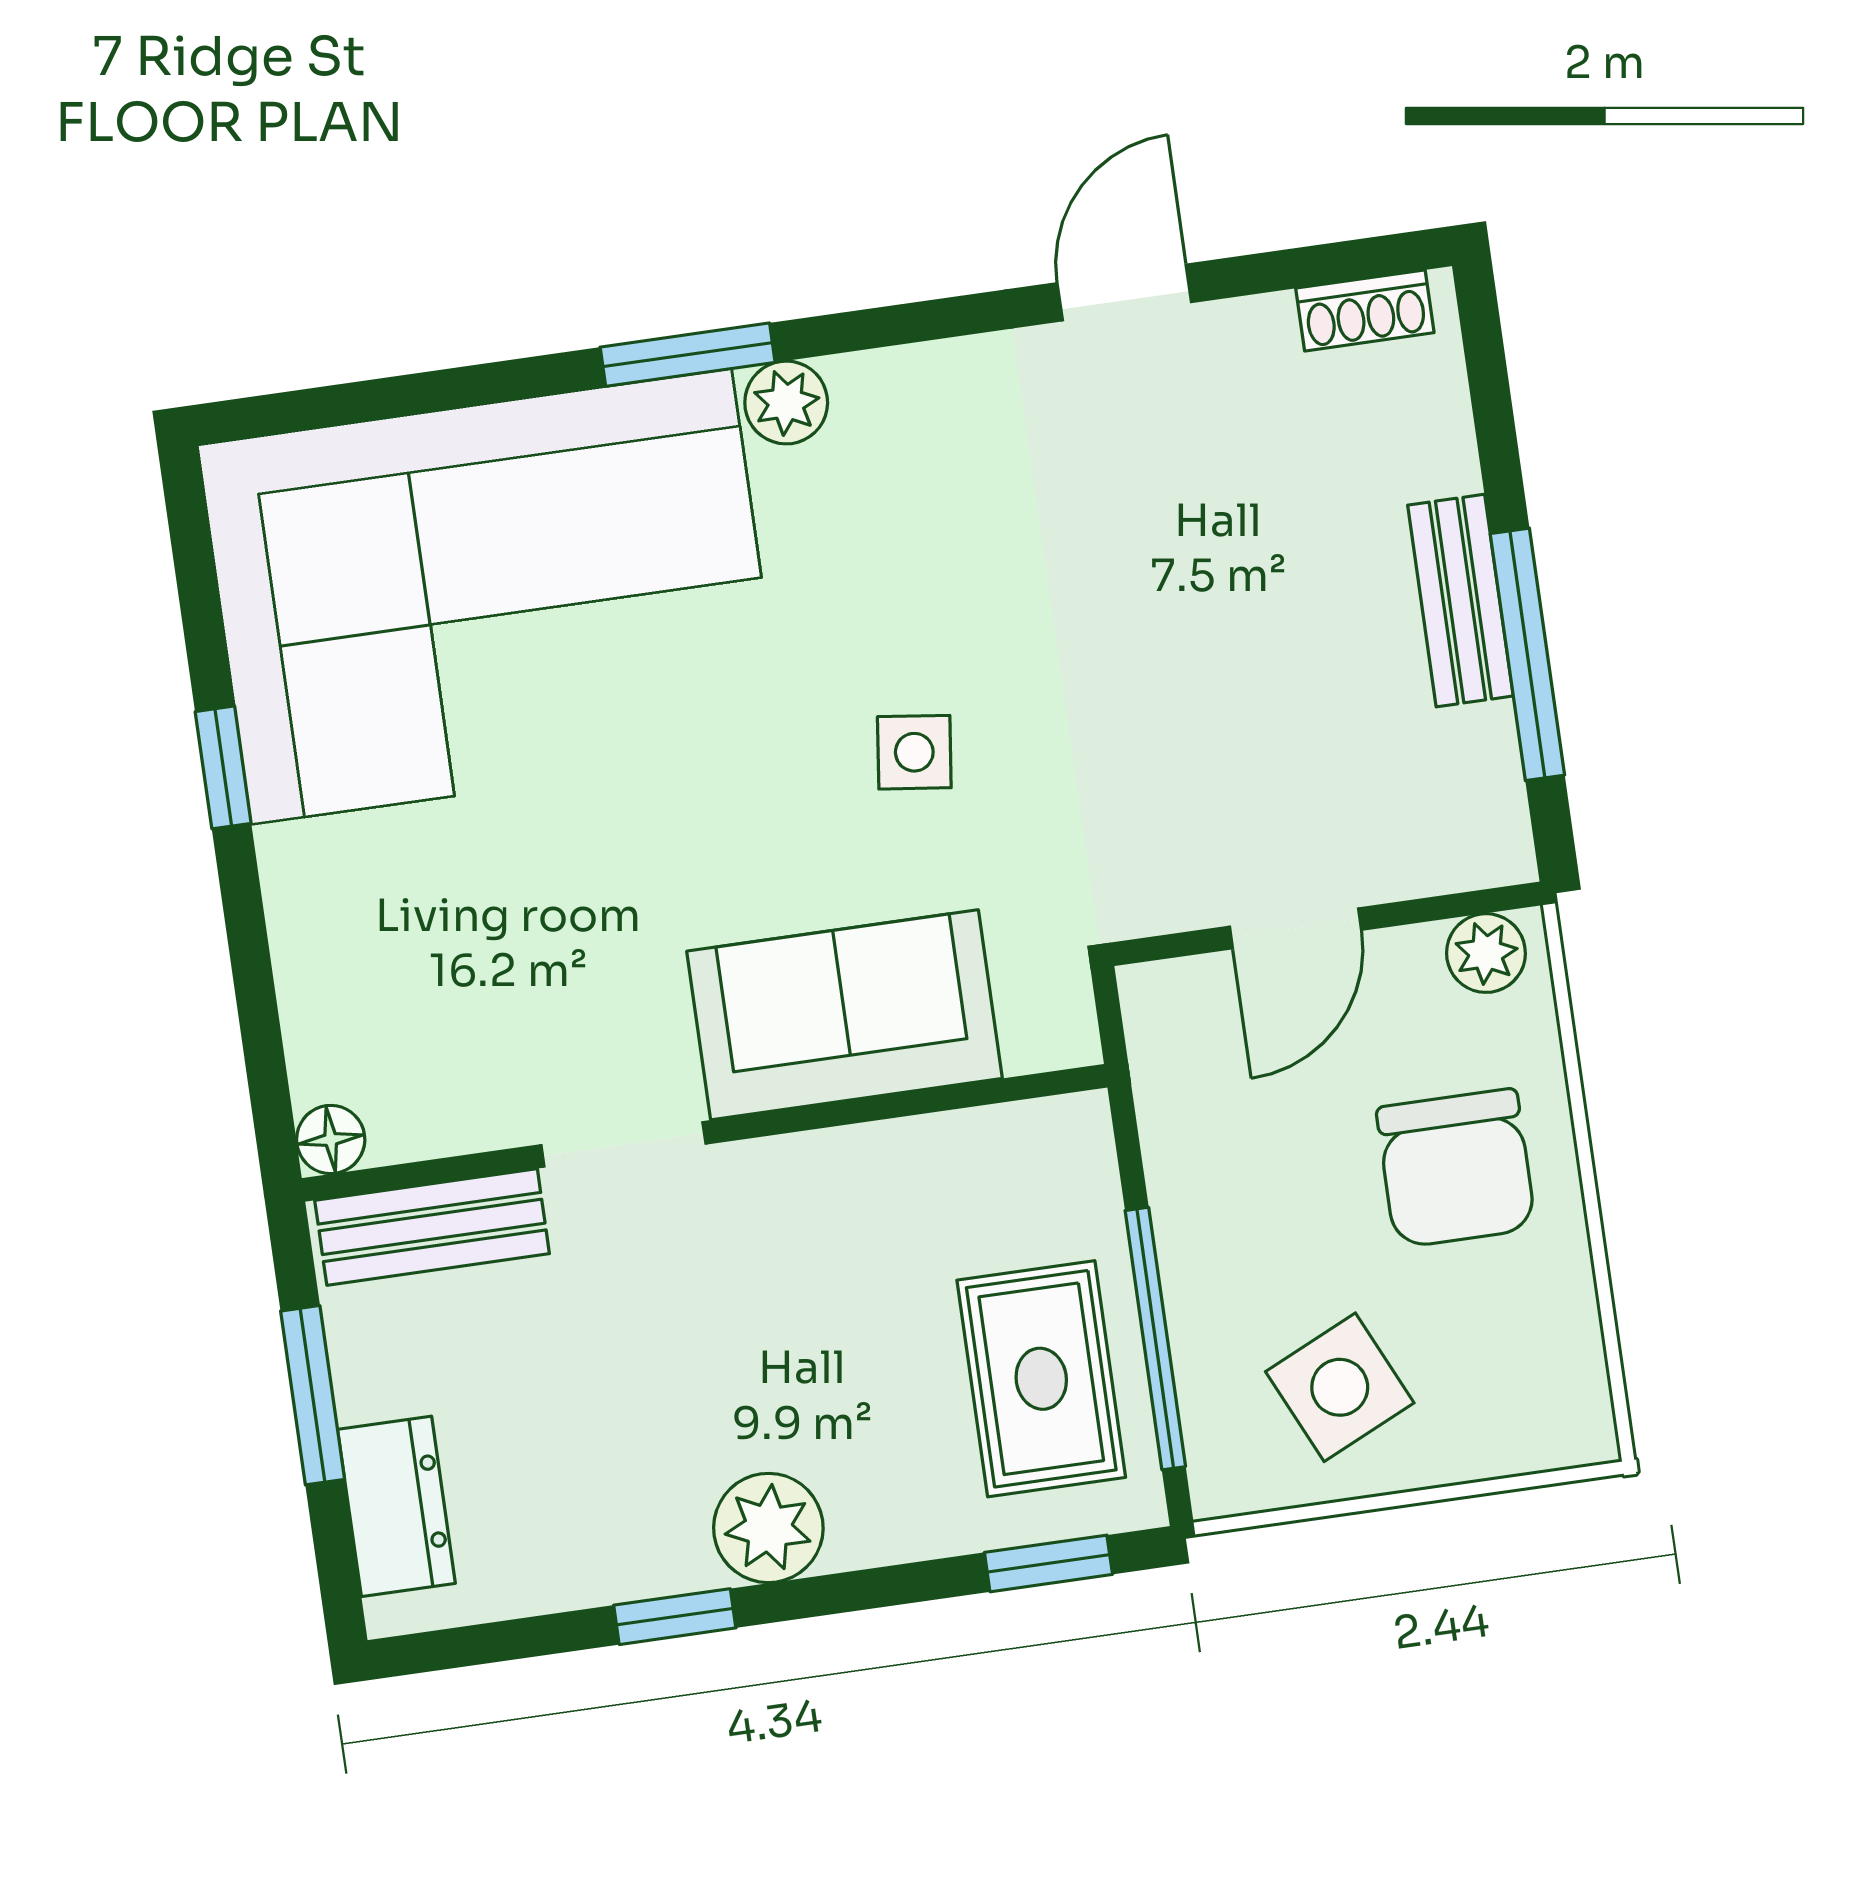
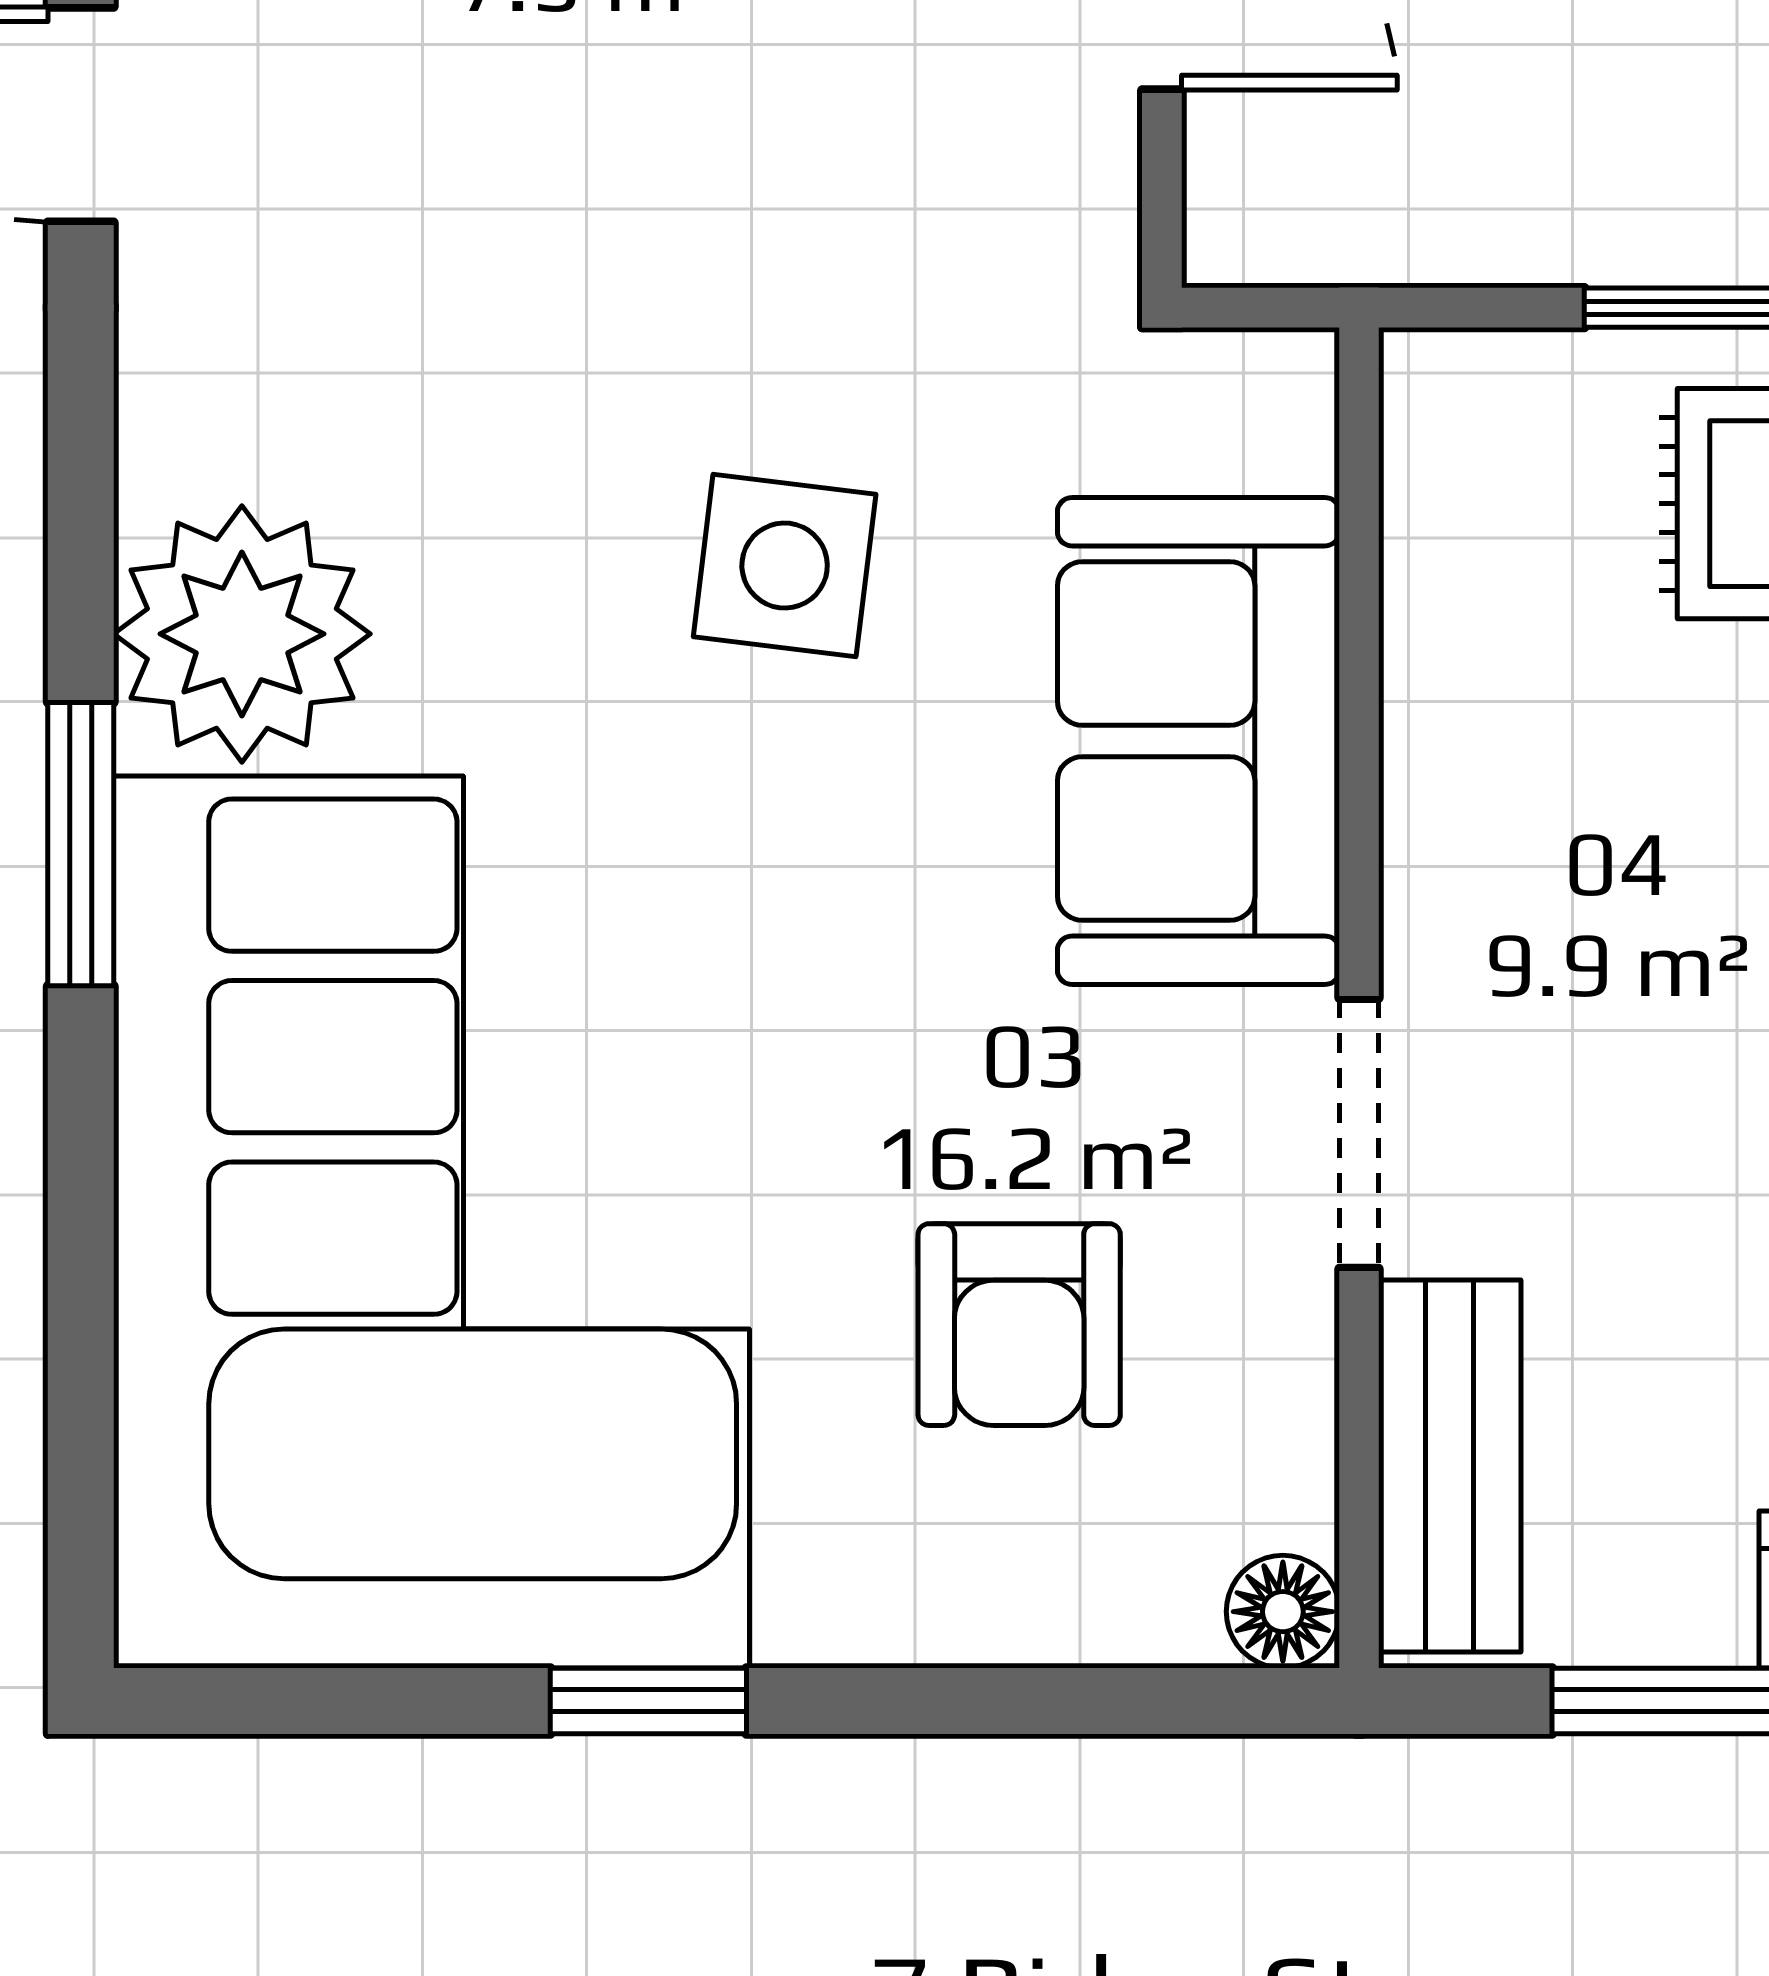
plant: (786, 403) -> (242, 634), width x1.87, depth x1.87
side table: (914, 752) -> (785, 566), width x1.37, depth x1.37
armchair: (480, 957) -> (1019, 1325), added

